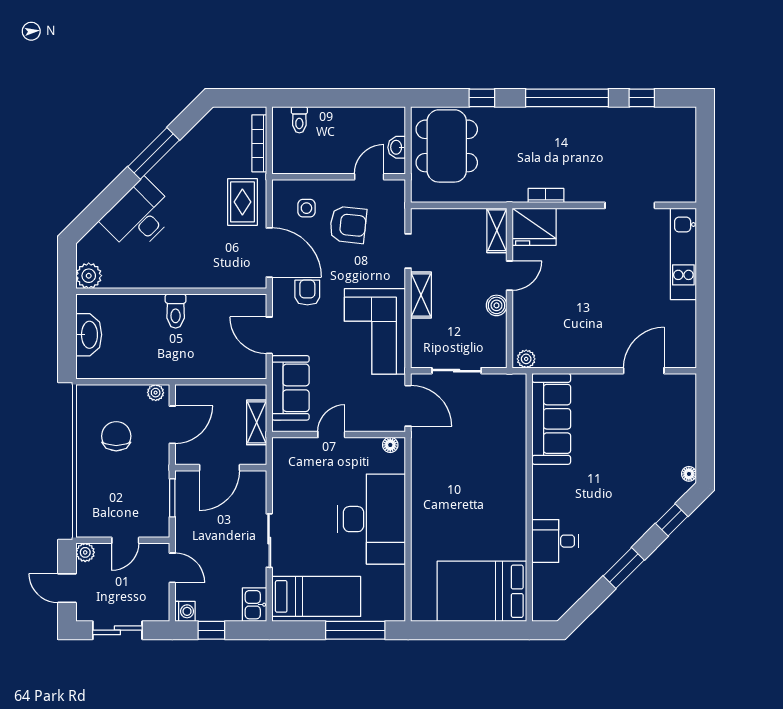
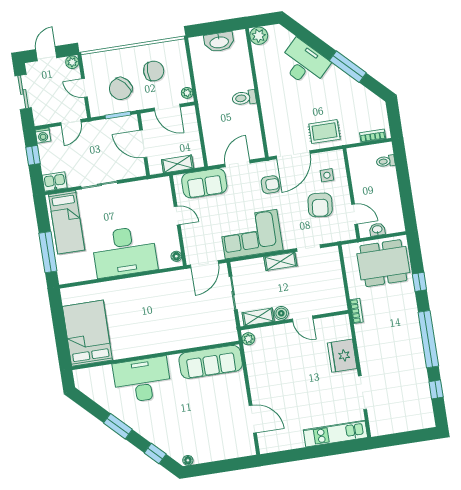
bookcase: (259, 143) -> (373, 136), width x0.64
bookcase: (546, 196) -> (357, 311), moved
fridge: (534, 227) -> (342, 356), moved
shelving: (497, 230) -> (258, 317), moved
chair: (134, 488) -> (121, 89), added
desk: (555, 541) -> (142, 380), width x1.87, depth x1.30

